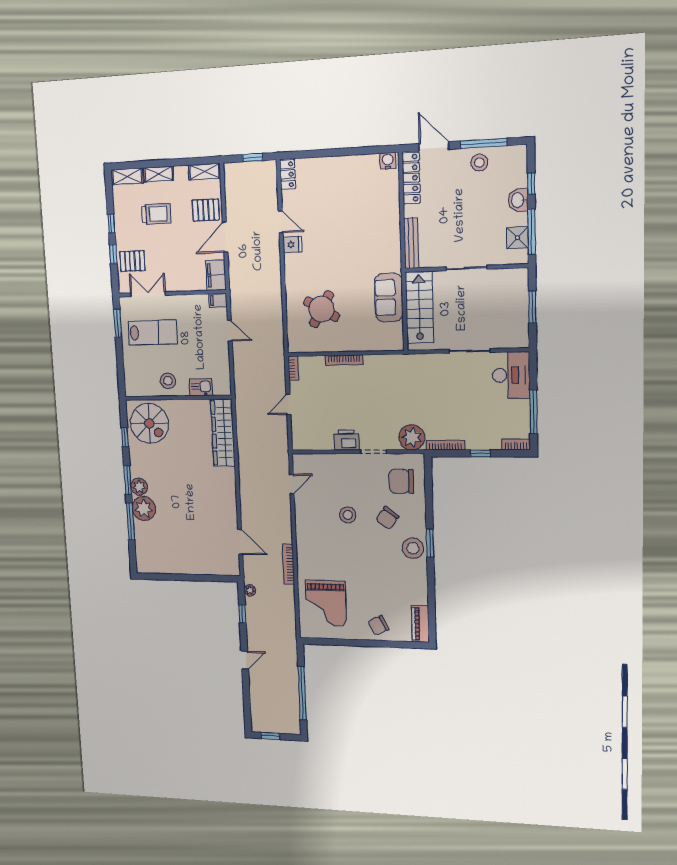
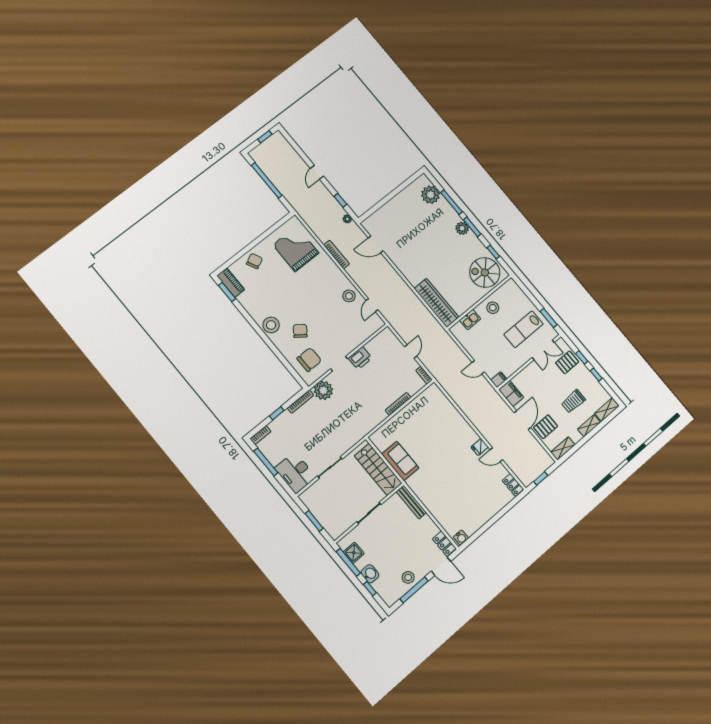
locker: (411, 178) -> (444, 544), width x0.66
round table: (322, 309) -> (434, 423), removed
plant: (144, 508) -> (430, 195), moved
stool: (348, 515) -> (349, 296), moved
window: (430, 543) -> (227, 292), moved

